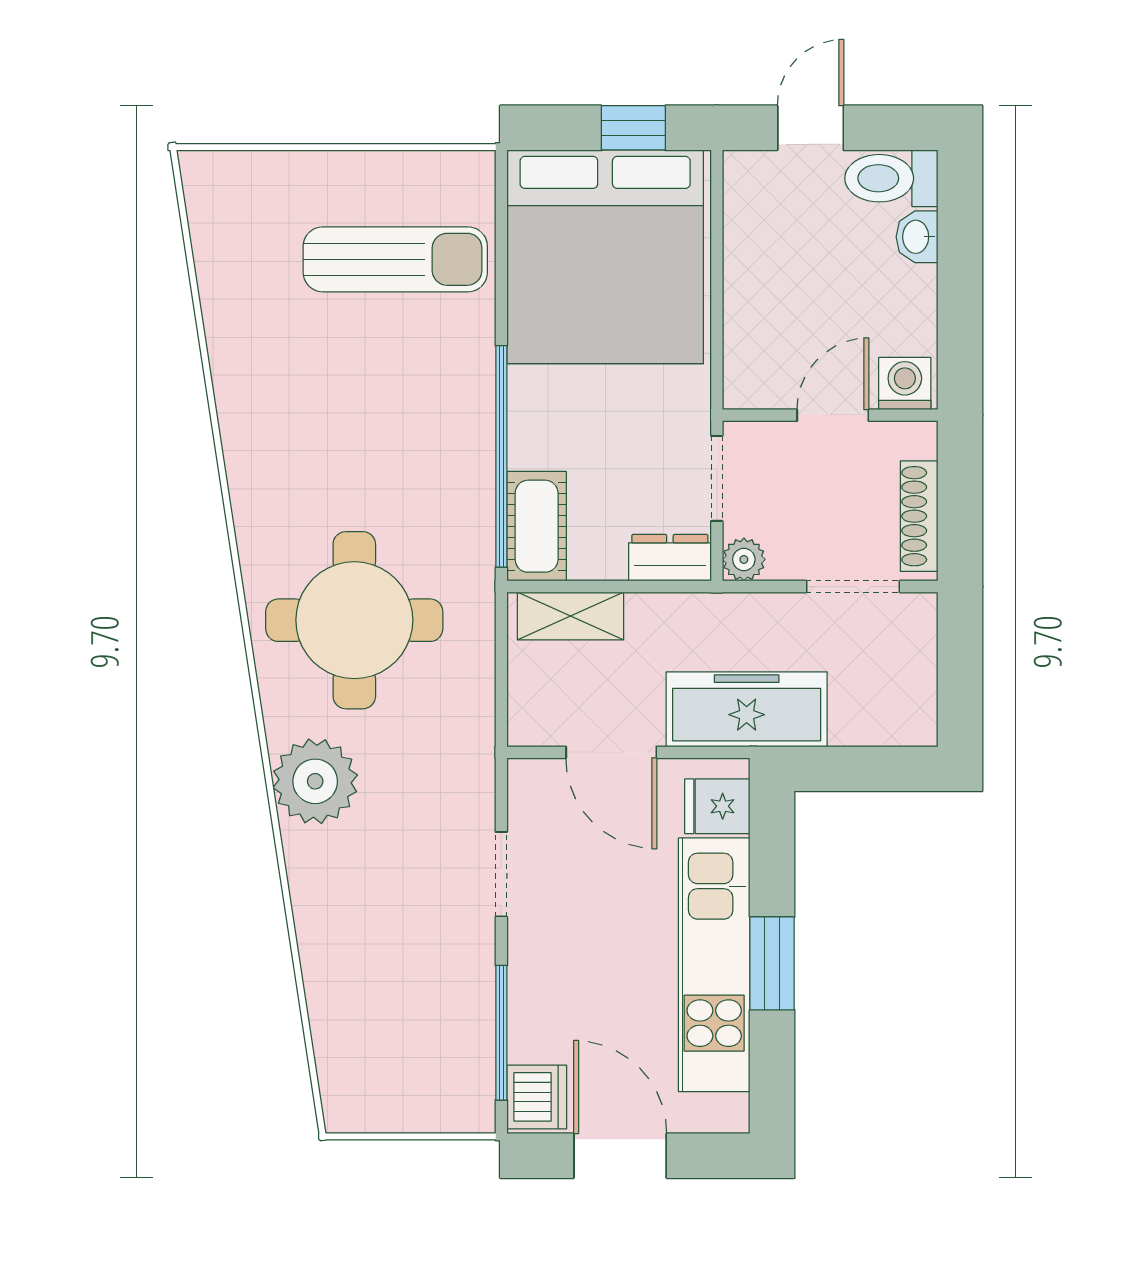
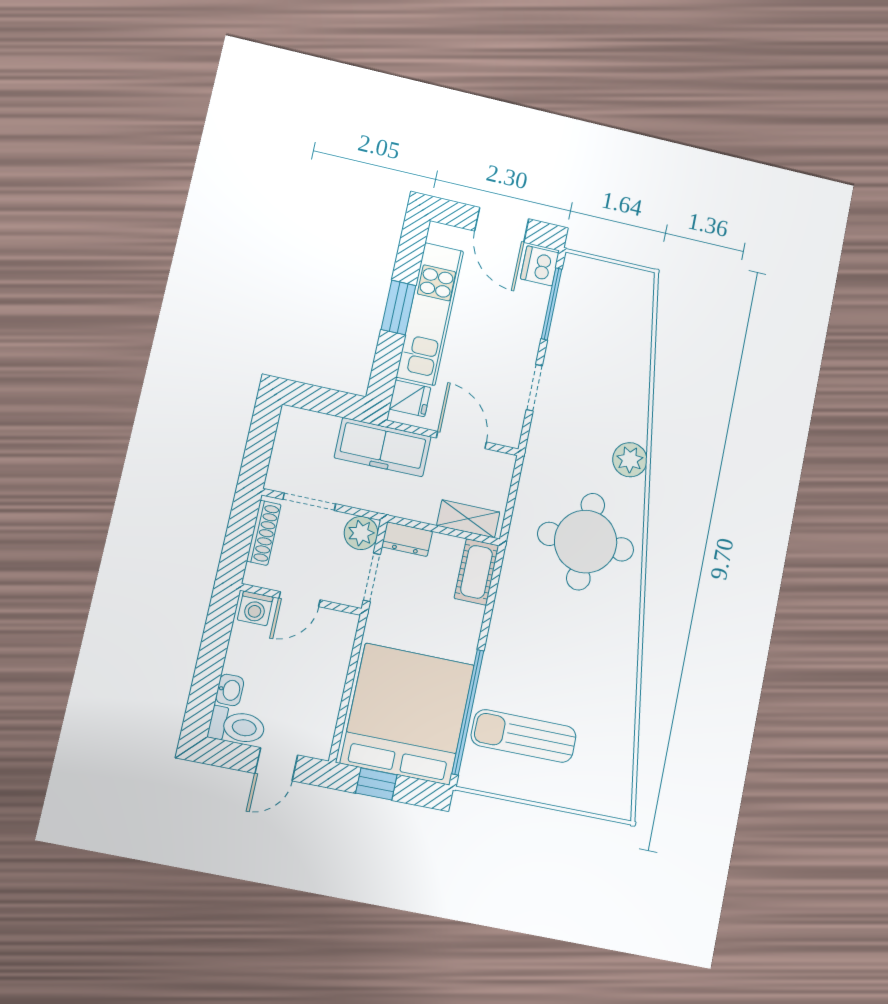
window: (501, 456) -> (468, 712), moved
plant: (744, 559) -> (361, 533), width x1.38, depth x1.38
plant: (315, 781) -> (630, 460), width x0.73, depth x0.73

